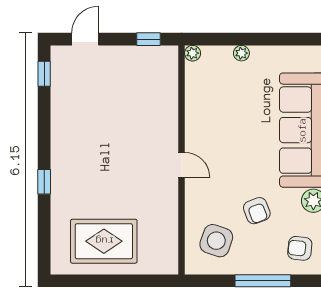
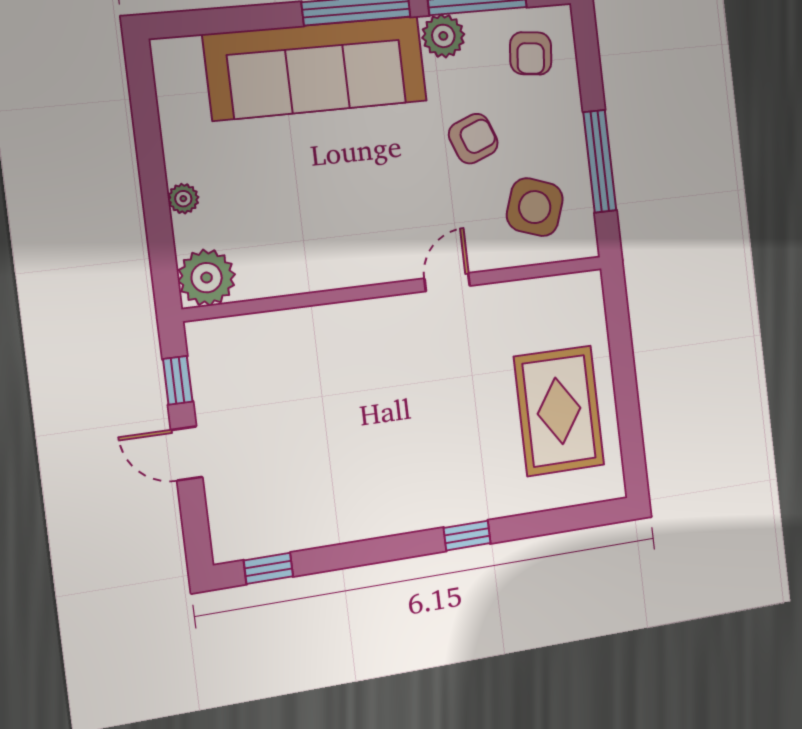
door: (85, 39) -> (187, 454), moved
plant: (193, 53) -> (207, 278), width x1.88, depth x1.88
door: (182, 165) -> (447, 282), moved
window: (263, 281) -> (600, 161), moved

